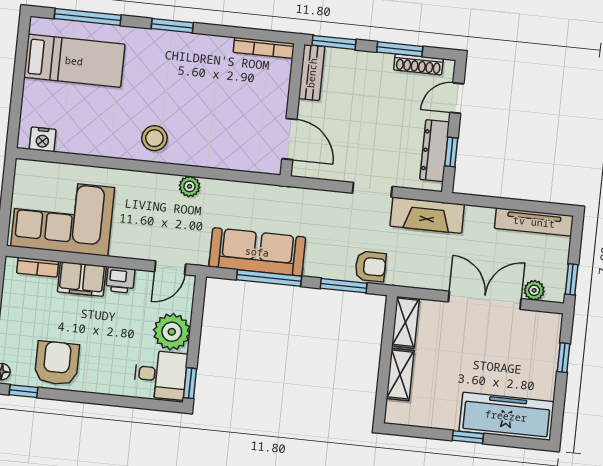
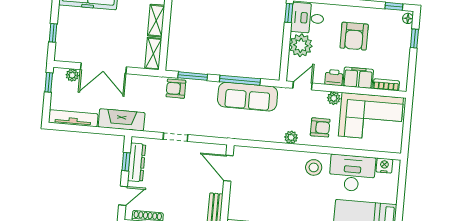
desk: (94, 128) -> (352, 173), added
armchair: (143, 201) -> (320, 127), added
fireplace: (427, 215) -> (122, 120), moved
plant: (121, 247) -> (334, 98), added
armchair: (57, 363) -> (354, 36), moved

